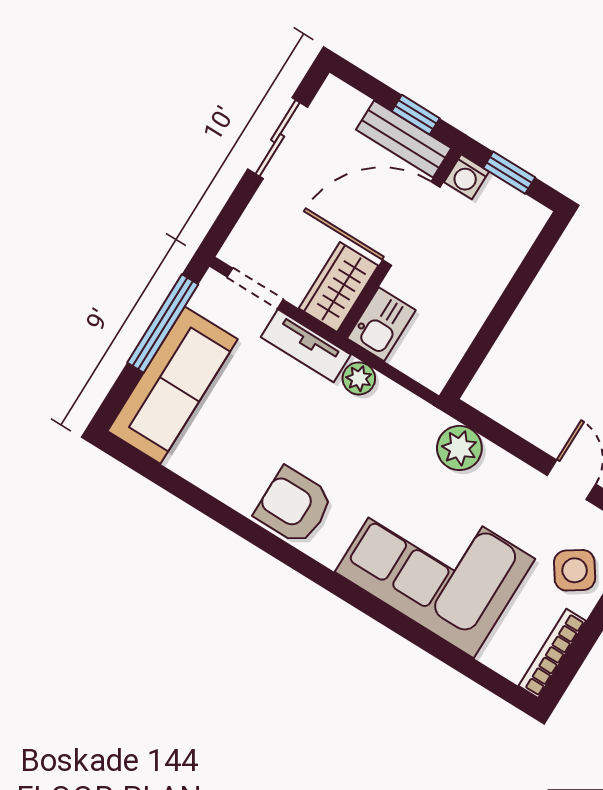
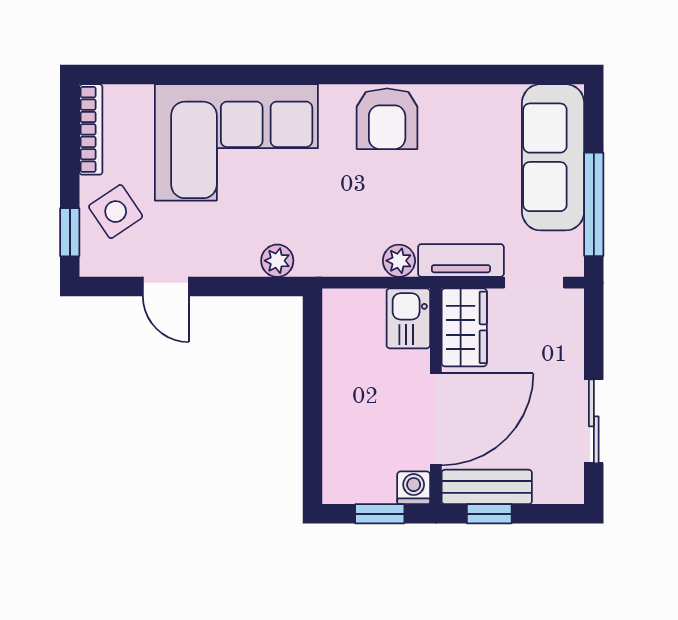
plant: (459, 448) -> (277, 261), width x0.73, depth x0.73
armchair: (294, 506) -> (387, 119), turned 90

